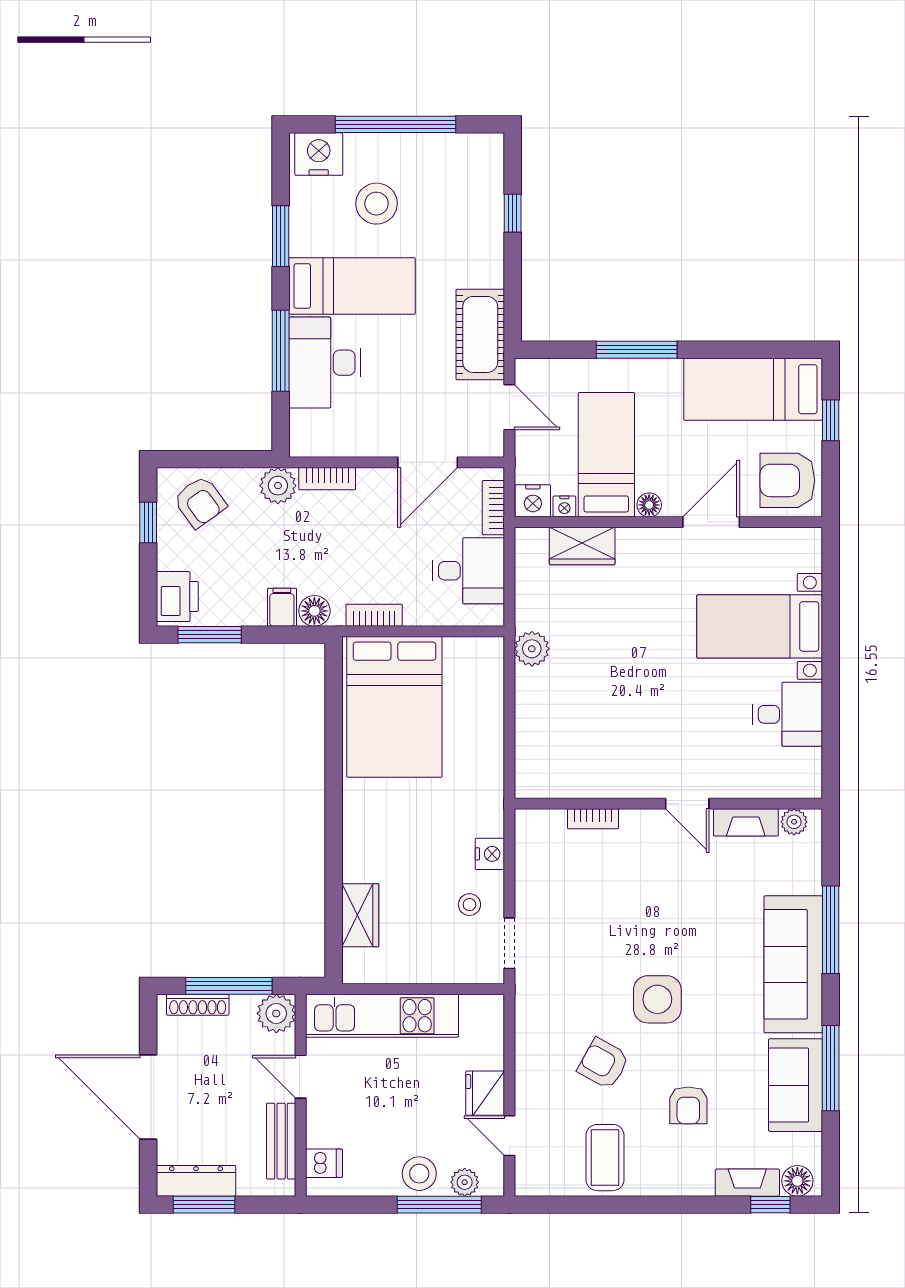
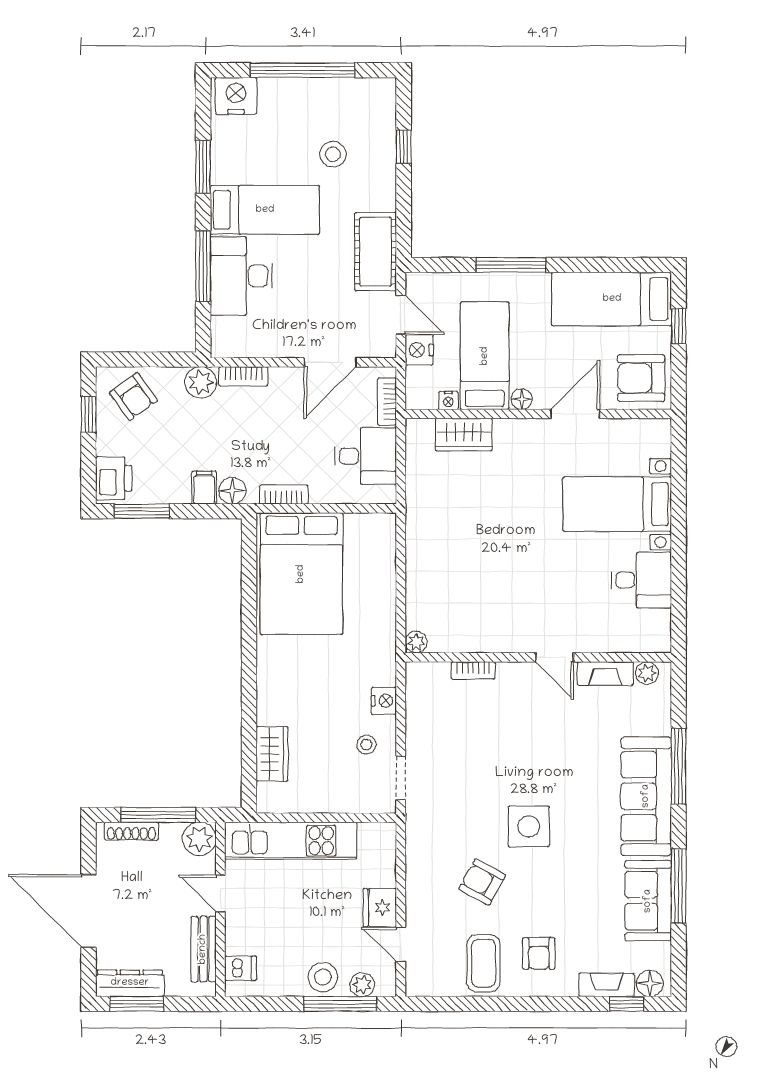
stool: (377, 204) -> (333, 154), moved, width x0.73, depth x0.73
nightstand: (533, 501) -> (419, 350), moved, turned 90
plant: (532, 649) -> (416, 642), moved, width x0.73, depth x0.73
armchair: (688, 1105) -> (539, 953), moved

